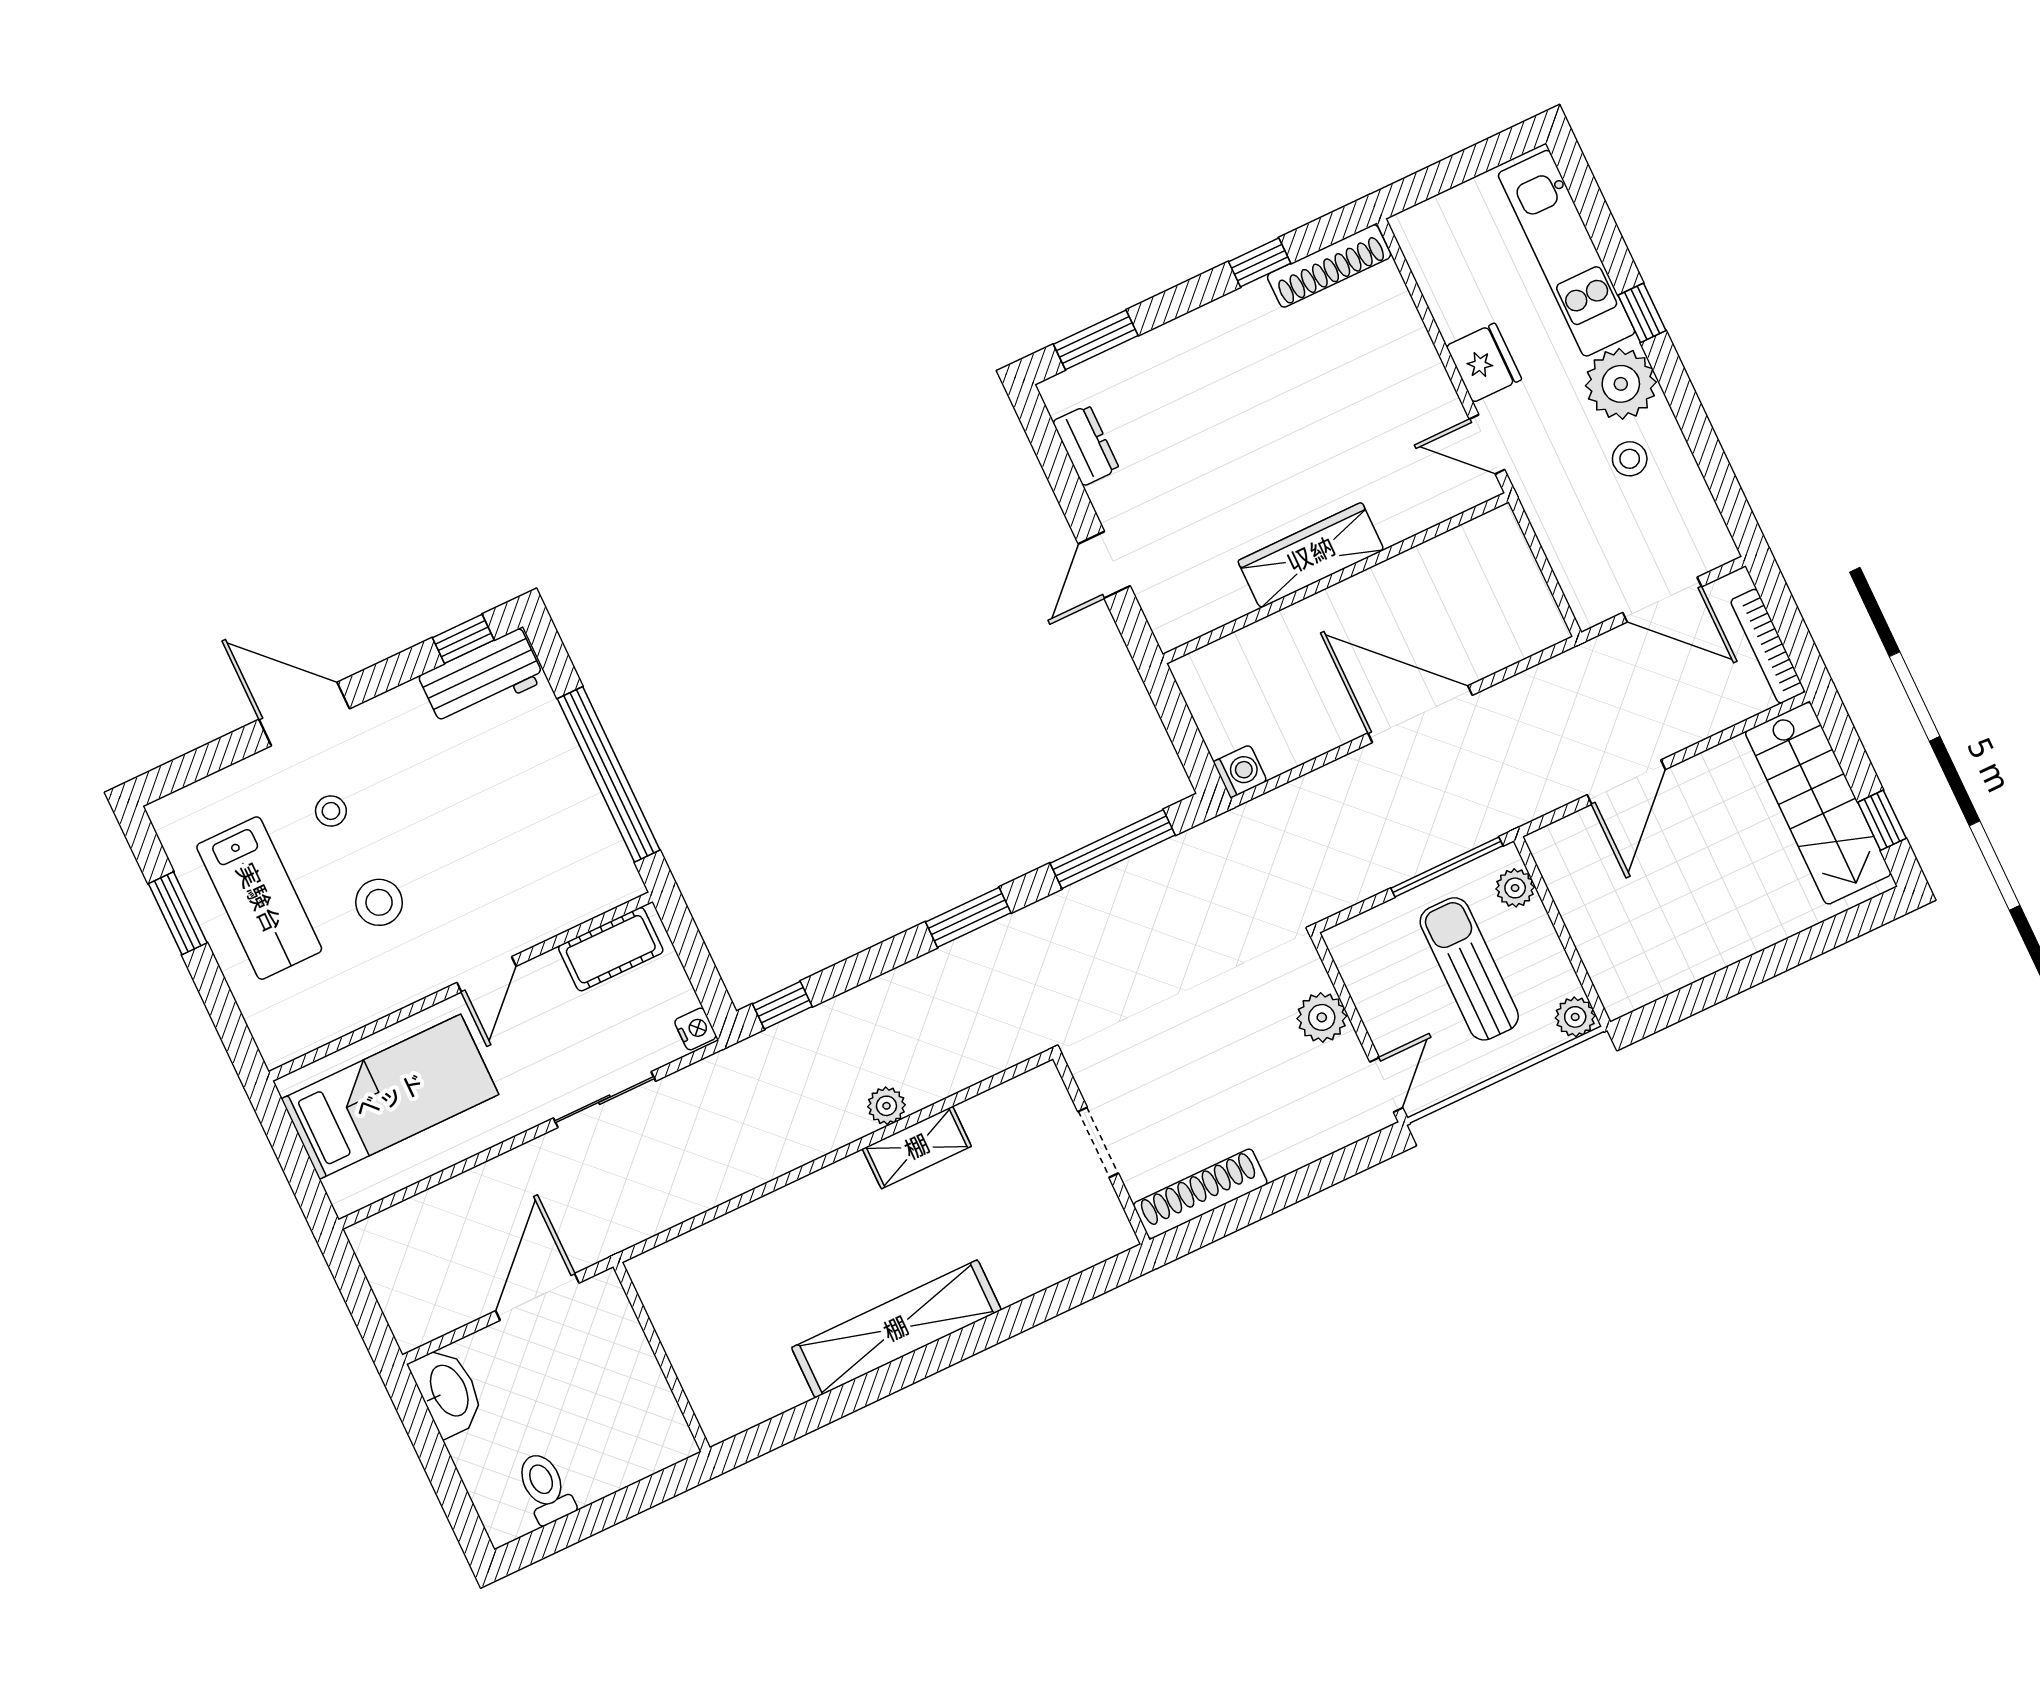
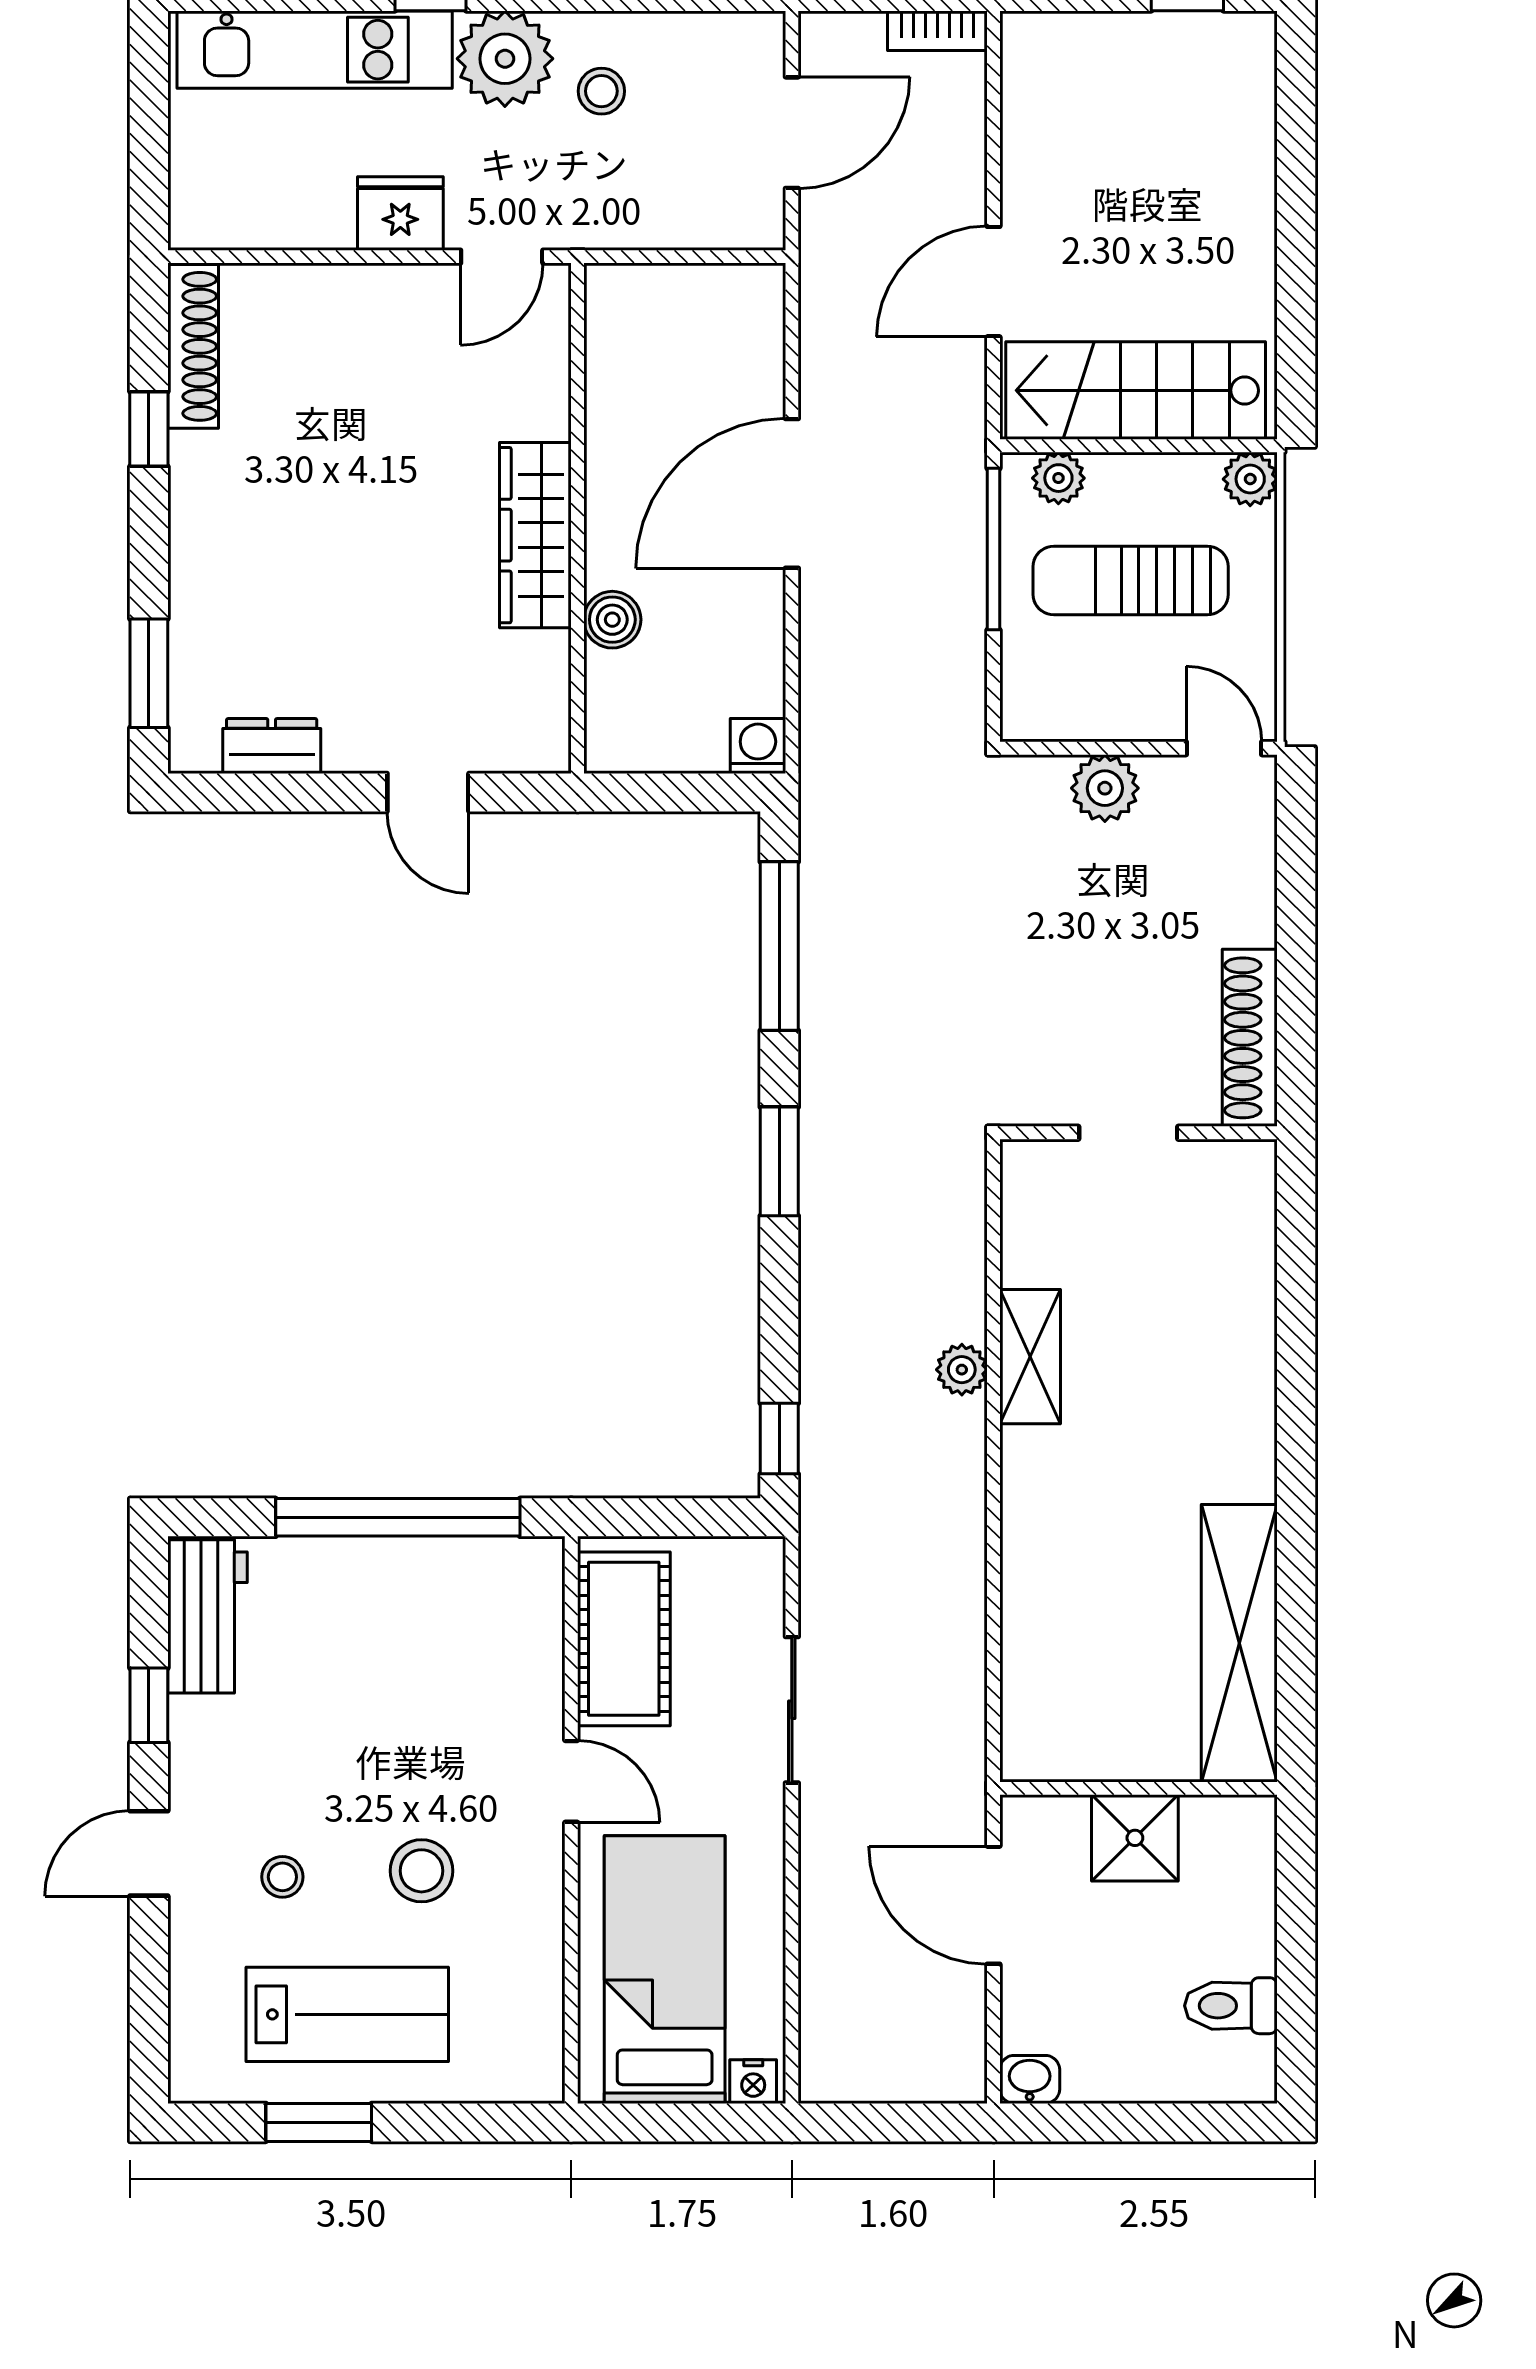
boiler: (1279, 634) -> (612, 620), added
window: (463, 639) -> (149, 1705), moved
bookcase: (1768, 646) -> (937, 31), width x0.64
door: (304, 714) -> (149, 1853), width x0.73
door: (1626, 782) -> (994, 282), swing flipped
stairs: (1818, 803) -> (1136, 390), moved, turned 180
cot: (611, 949) -> (624, 1639), width x1.37, depth x1.34
nightstand: (695, 1029) -> (753, 2082), moved, turned 180
shelving: (896, 1329) -> (1239, 1643), moved
shower: (627, 1370) -> (1135, 1838), added
washbasin: (448, 1391) -> (1030, 2079), width x0.52, depth x0.69

